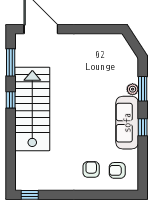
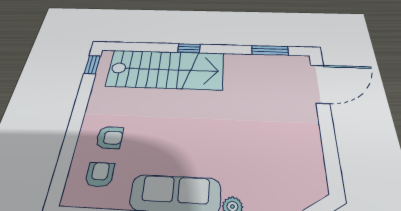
window: (11, 100) -> (189, 48), moved
stairs: (32, 109) -> (166, 69), moved

